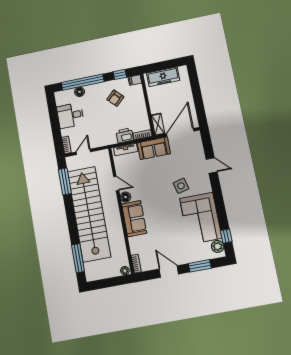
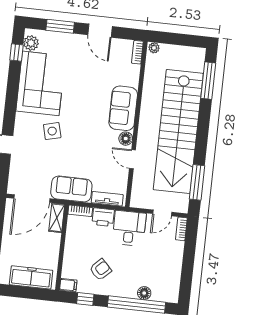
desk: (70, 116) -> (129, 228), moved, turned -90

